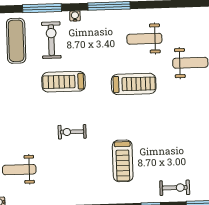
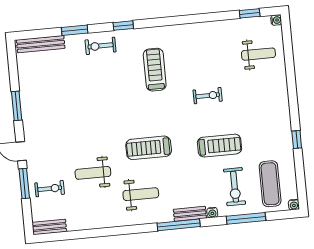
bench: (97, 16) -> (190, 214), added

